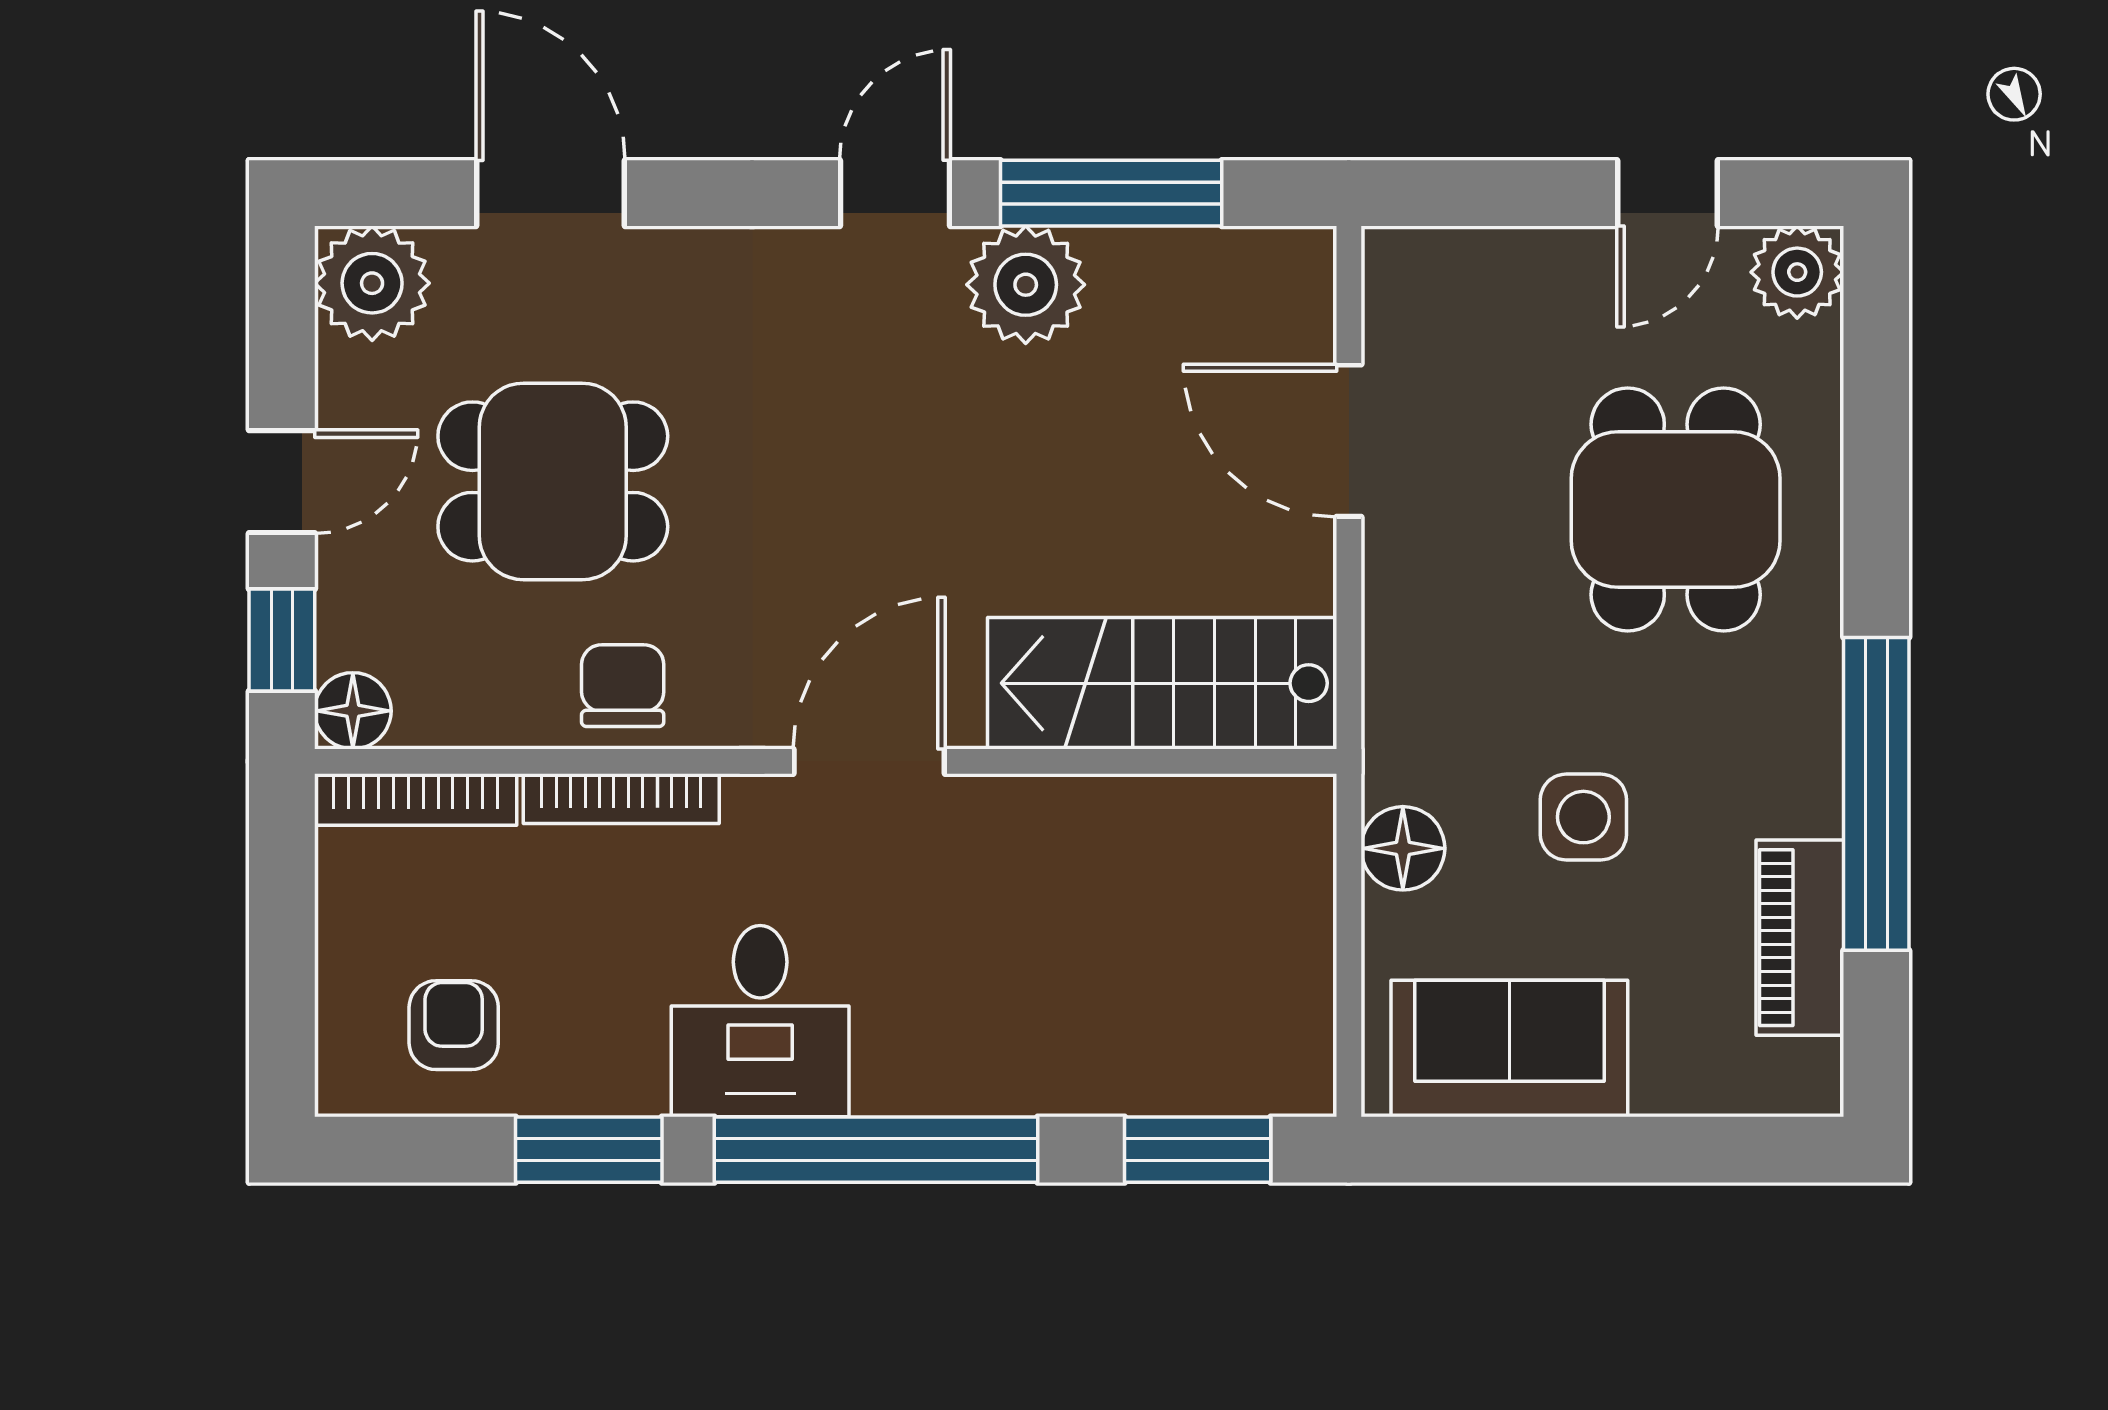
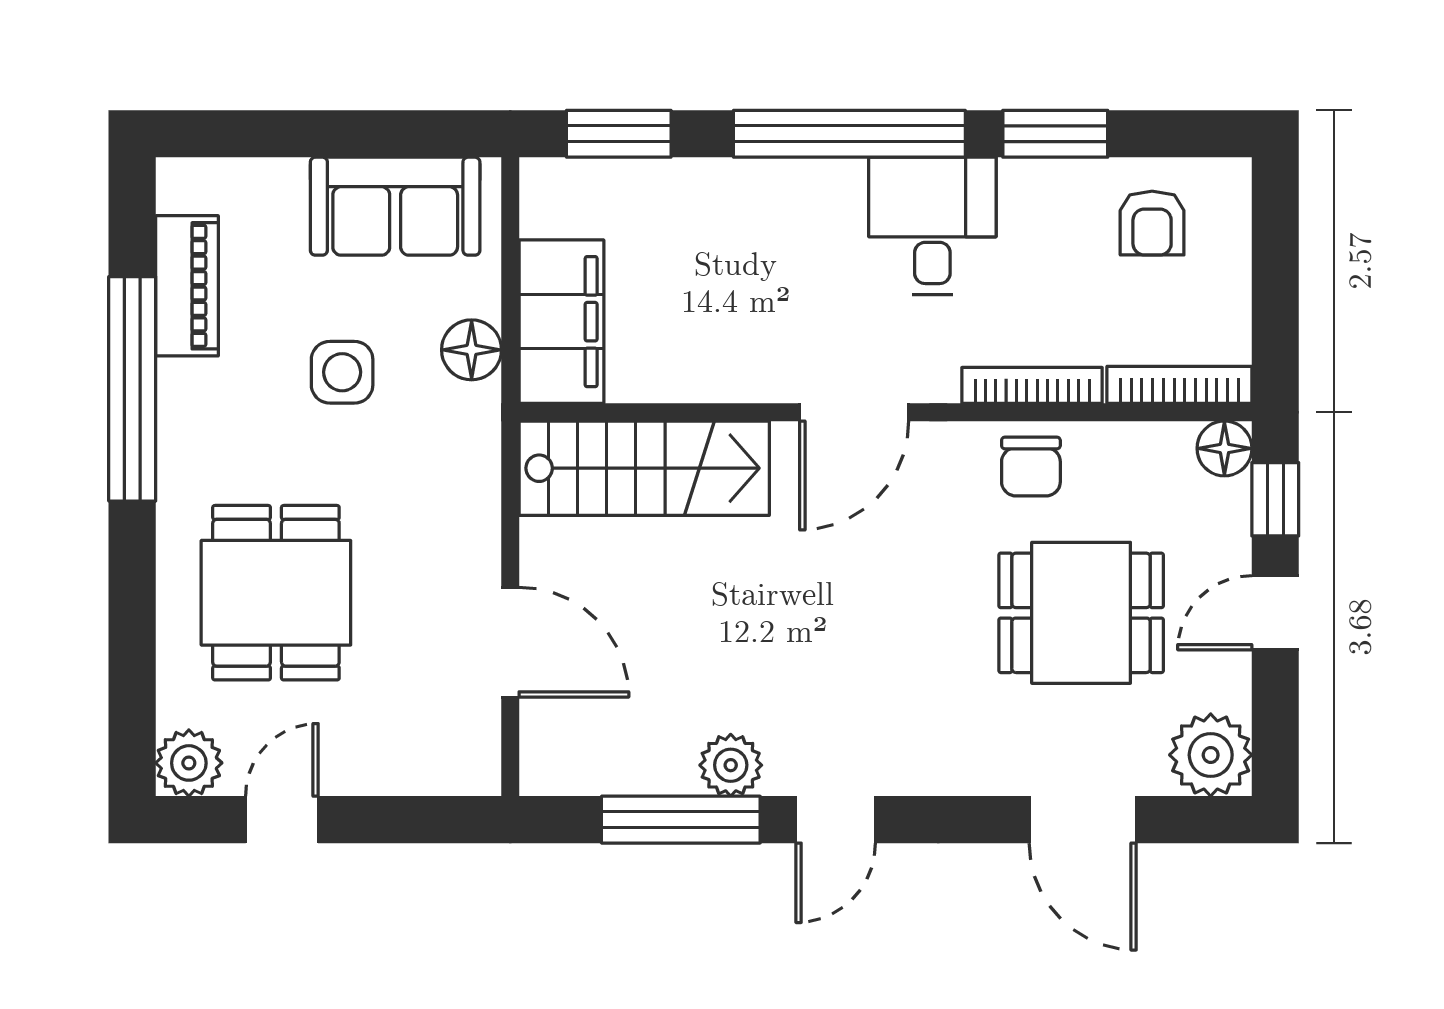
plant: (1026, 285) -> (731, 765), width x0.73, depth x0.73
filing cabinet: (1277, 888) -> (561, 322), added

